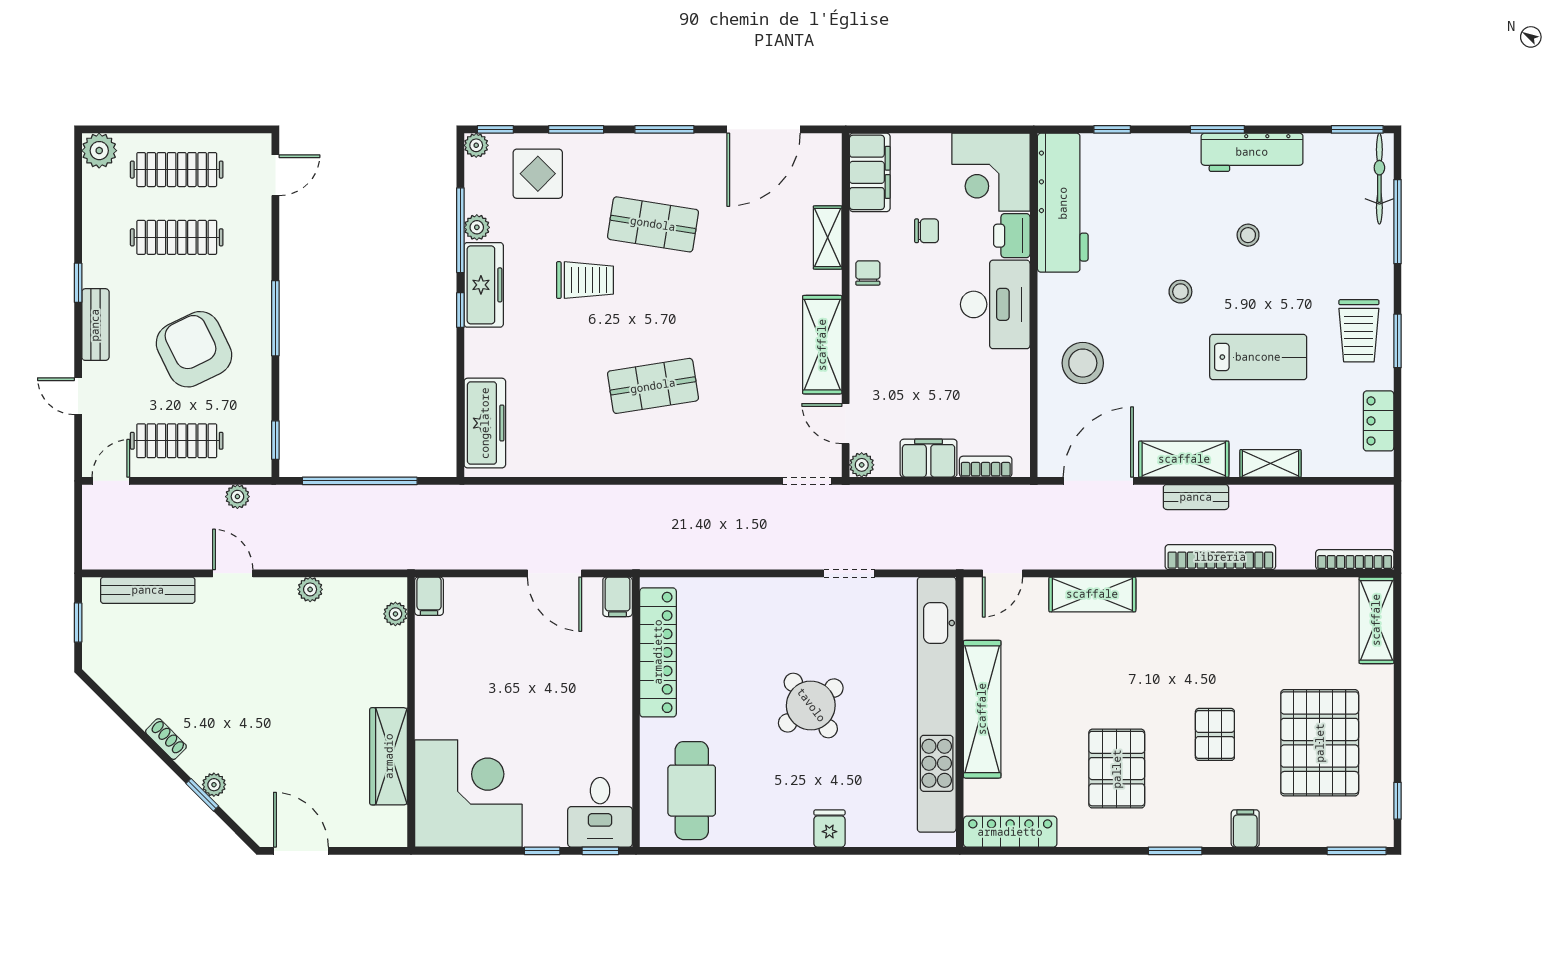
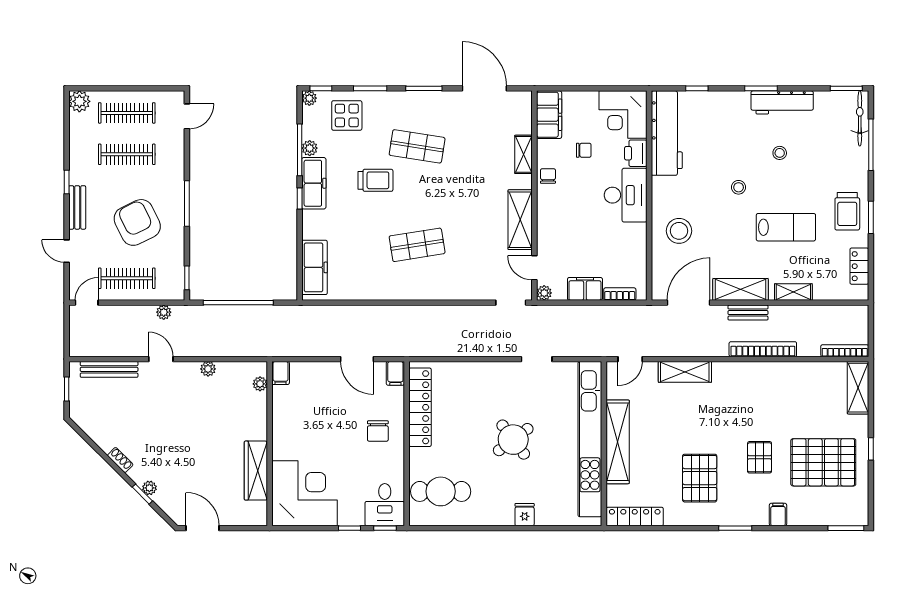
door: (764, 129) -> (484, 88), swing flipped
chair: (589, 691) -> (378, 431), added
pallet: (1320, 743) -> (823, 462), turned 90
cafe table: (692, 791) -> (441, 491), turned 90
window: (1397, 801) -> (871, 449), moved

